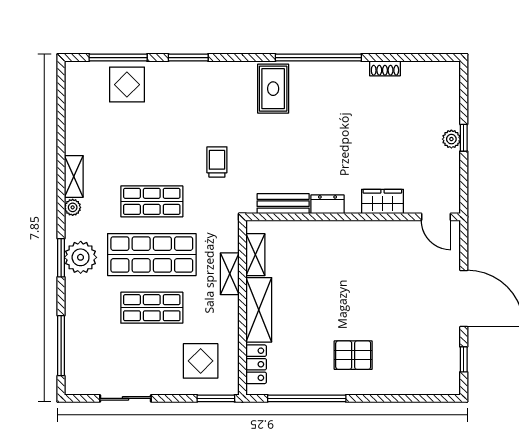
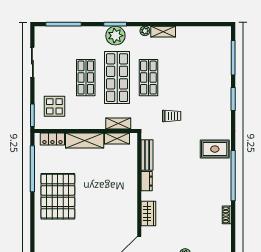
display table: (127, 85) -> (217, 63), removed
shelving: (230, 274) -> (118, 124), moved
pallet: (353, 355) -> (58, 196), width x2.05, depth x2.00

